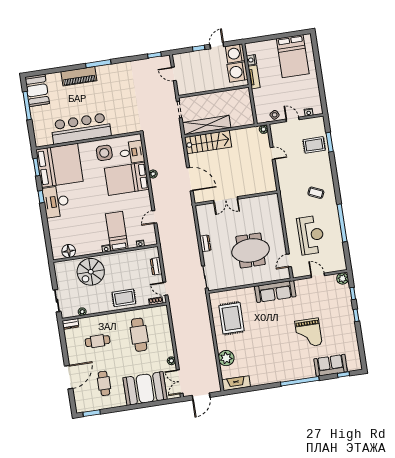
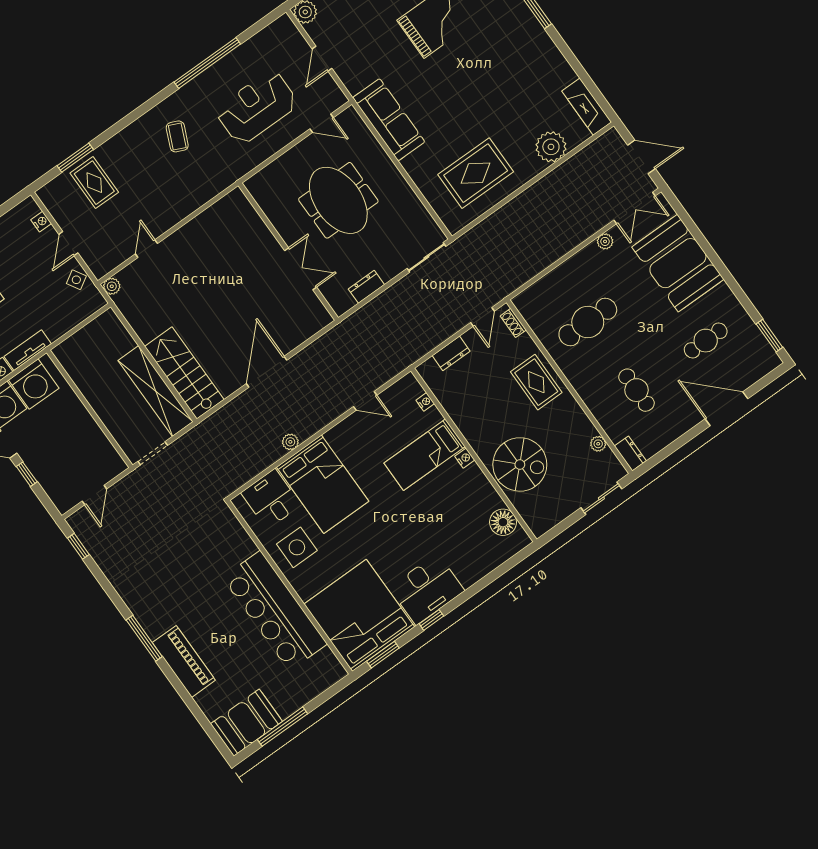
wall: (236, 198) -> (288, 252), moved
double door: (226, 200) -> (301, 269), moved

